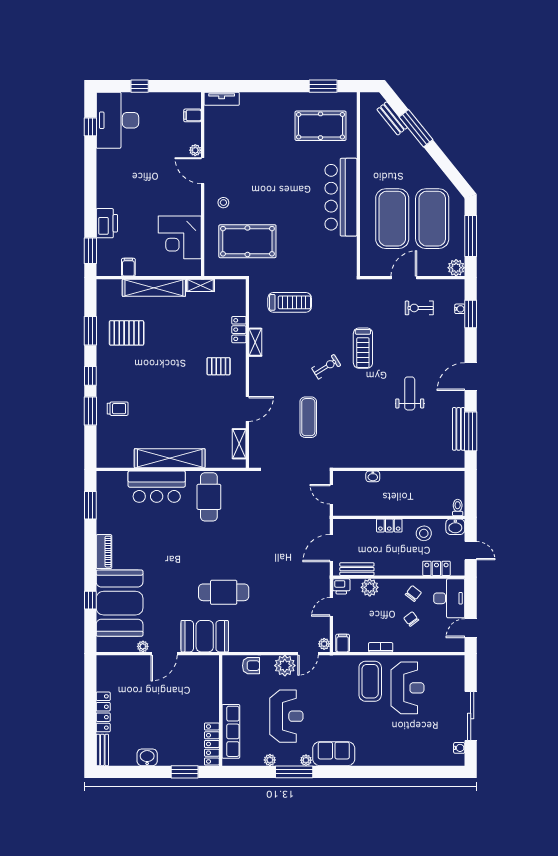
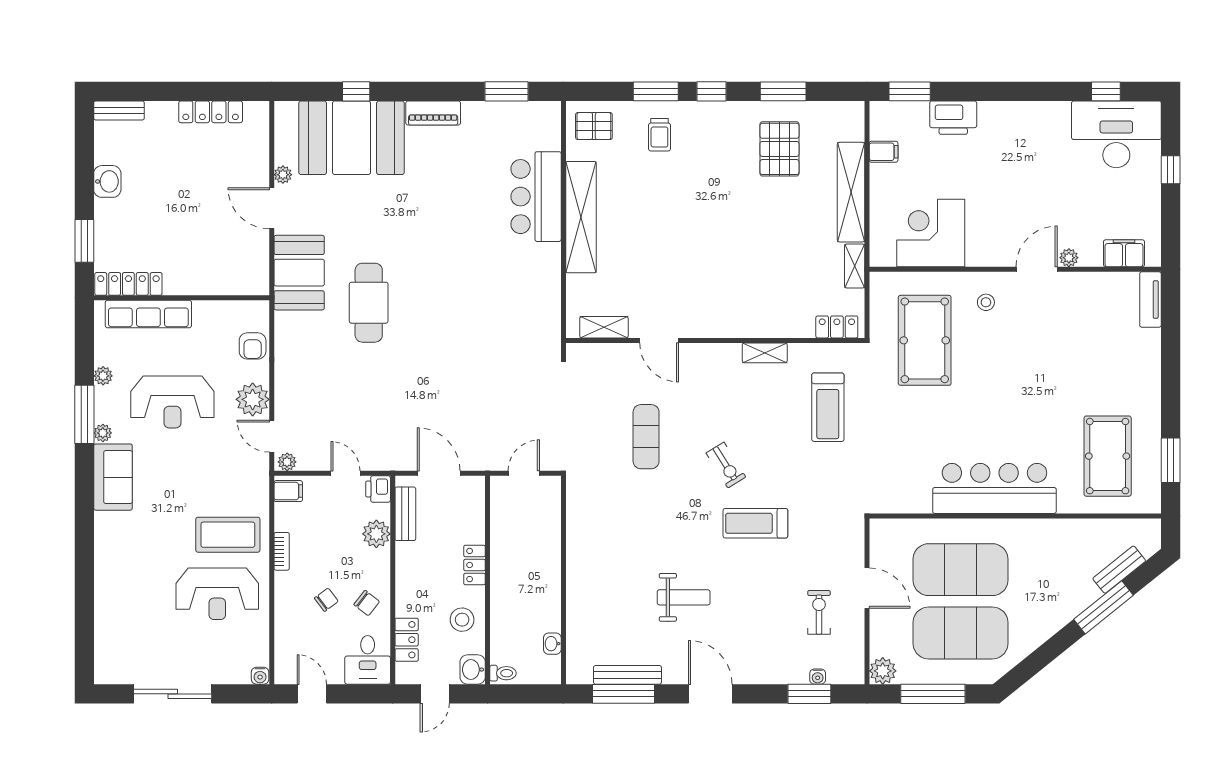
filing cabinet: (192, 115) -> (1124, 253), width x2.00
locker: (239, 330) -> (837, 327), moved
pallet: (219, 366) -> (594, 126), moved, turned 90
exercise mat: (308, 417) -> (646, 437), turned 90
washbasin: (373, 476) -> (552, 644), moved
cafe table: (209, 497) -> (520, 279), removed
desk: (449, 598) -> (368, 660), width x0.73
locker: (103, 712) -> (211, 112), moved
water cooler: (459, 748) -> (260, 676), moved

